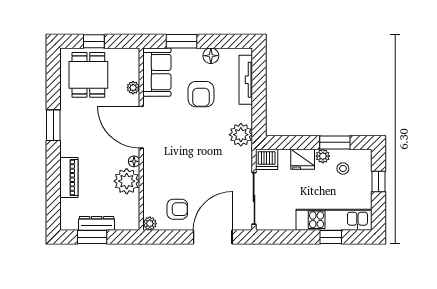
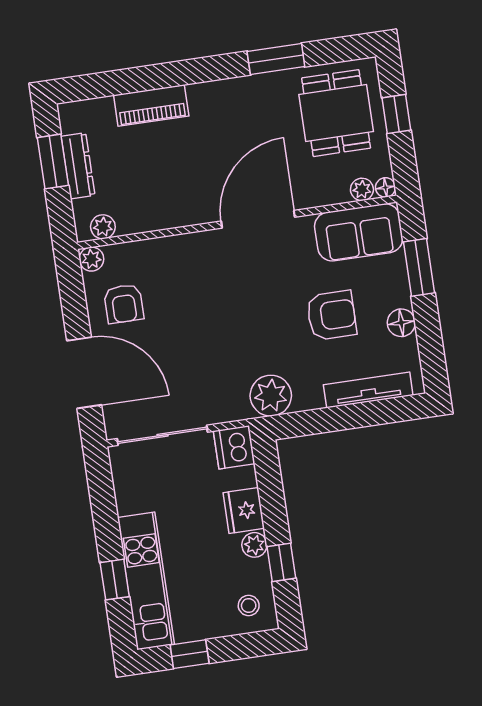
dining table: (88, 75) -> (336, 113), turned 90
plant: (133, 88) -> (362, 189), moved
armchair: (201, 94) -> (331, 315), turned 180
window: (53, 125) -> (276, 59), moved
window: (335, 142) -> (281, 562), width x0.67
floor lamp: (134, 161) -> (385, 187), moved
stool: (343, 168) -> (249, 605), moved
plant: (127, 181) -> (103, 227), moved, width x0.53, depth x0.53
window: (378, 181) -> (190, 654), moved

